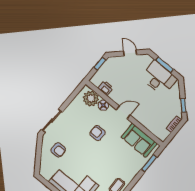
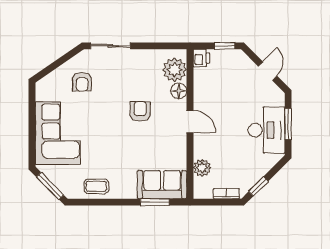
printer: (106, 88) -> (201, 58), moved
plant: (151, 125) -> (202, 168), added
sofa: (139, 140) -> (162, 185), moved, turned 90

